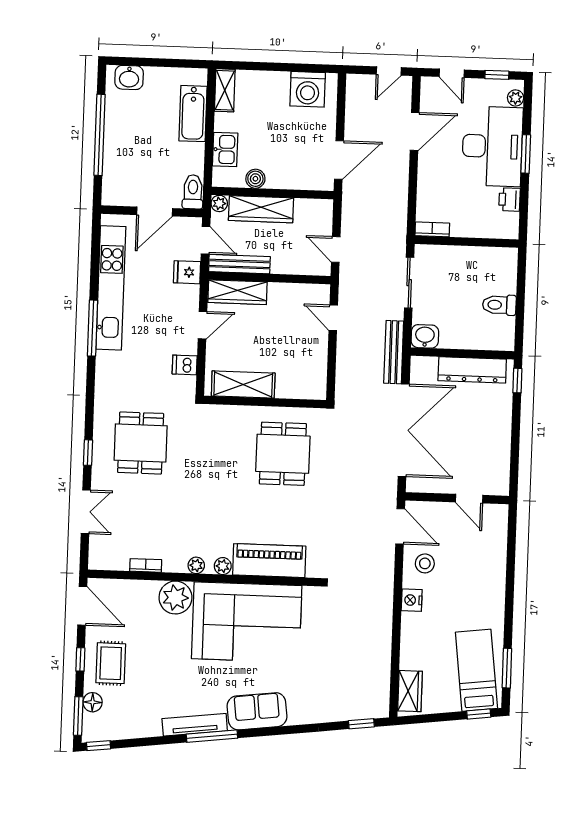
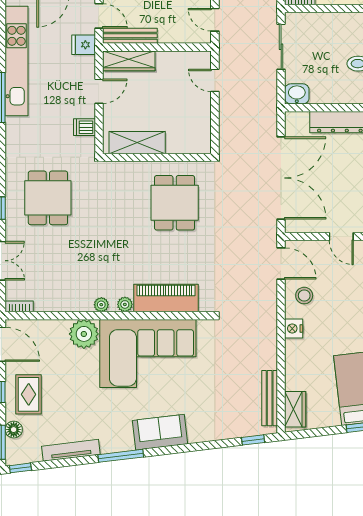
bench: (394, 352) -> (270, 398), moved
bookcase: (146, 565) -> (19, 306), moved
tv unit: (195, 725) -> (71, 450), moved

